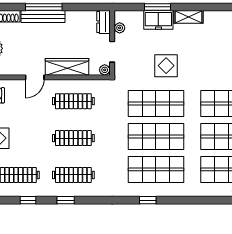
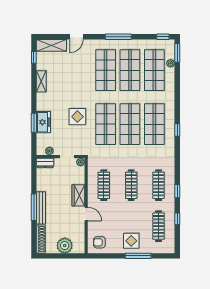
shelving: (188, 17) -> (41, 81), moved
wardrobe: (67, 67) -> (78, 195), width x0.67

